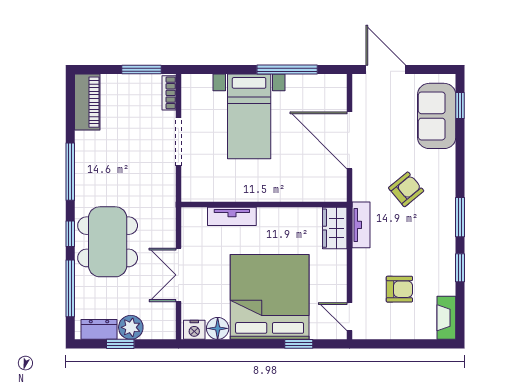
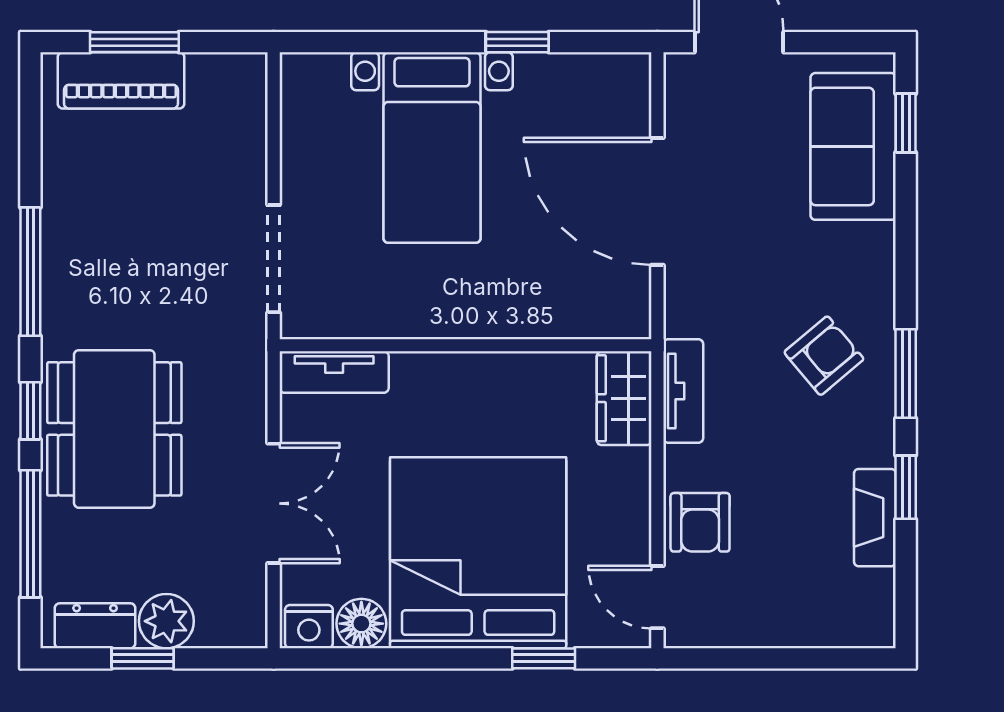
window: (141, 70) -> (134, 42), moved
window: (287, 70) -> (517, 42), width x0.46
bookcase: (169, 93) -> (252, 95), removed
piano: (87, 102) -> (121, 80), moved, turned 90
doorway: (179, 142) -> (274, 259), moved
armchair: (406, 189) -> (824, 356), moved
tv unit: (232, 216) -> (334, 372), moved
double door: (179, 275) -> (274, 503), swing flipped
armchair: (399, 289) -> (700, 522), moved, turned 90
fireplace: (446, 318) -> (875, 518), moved

